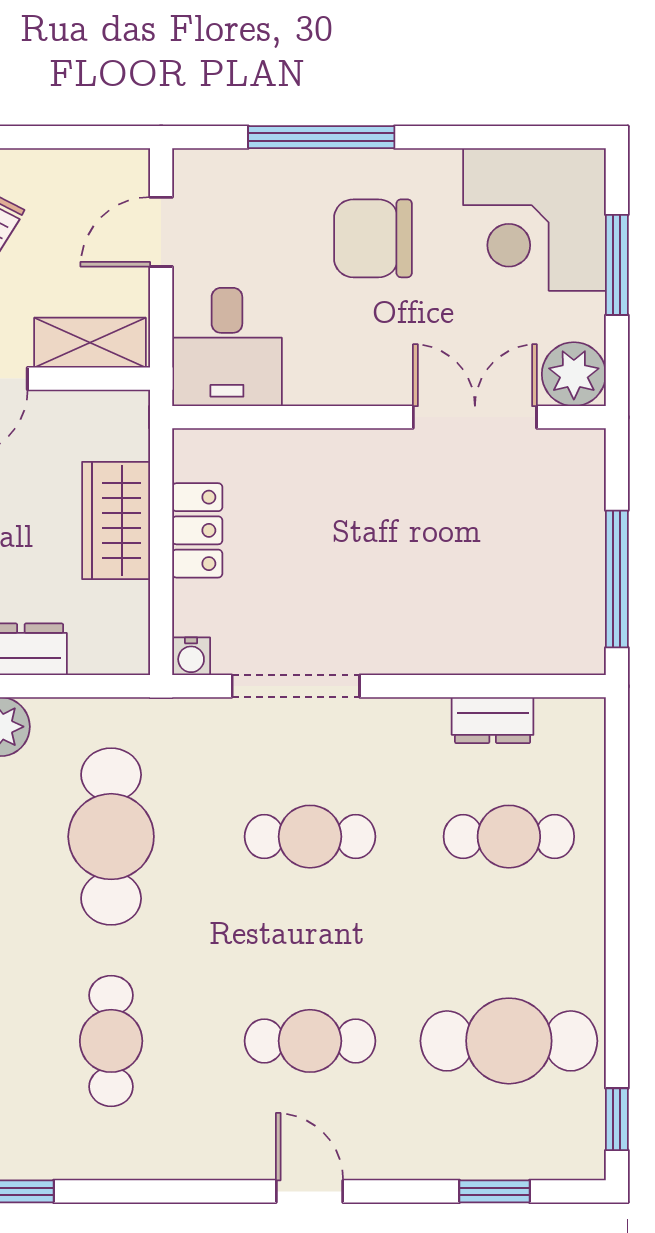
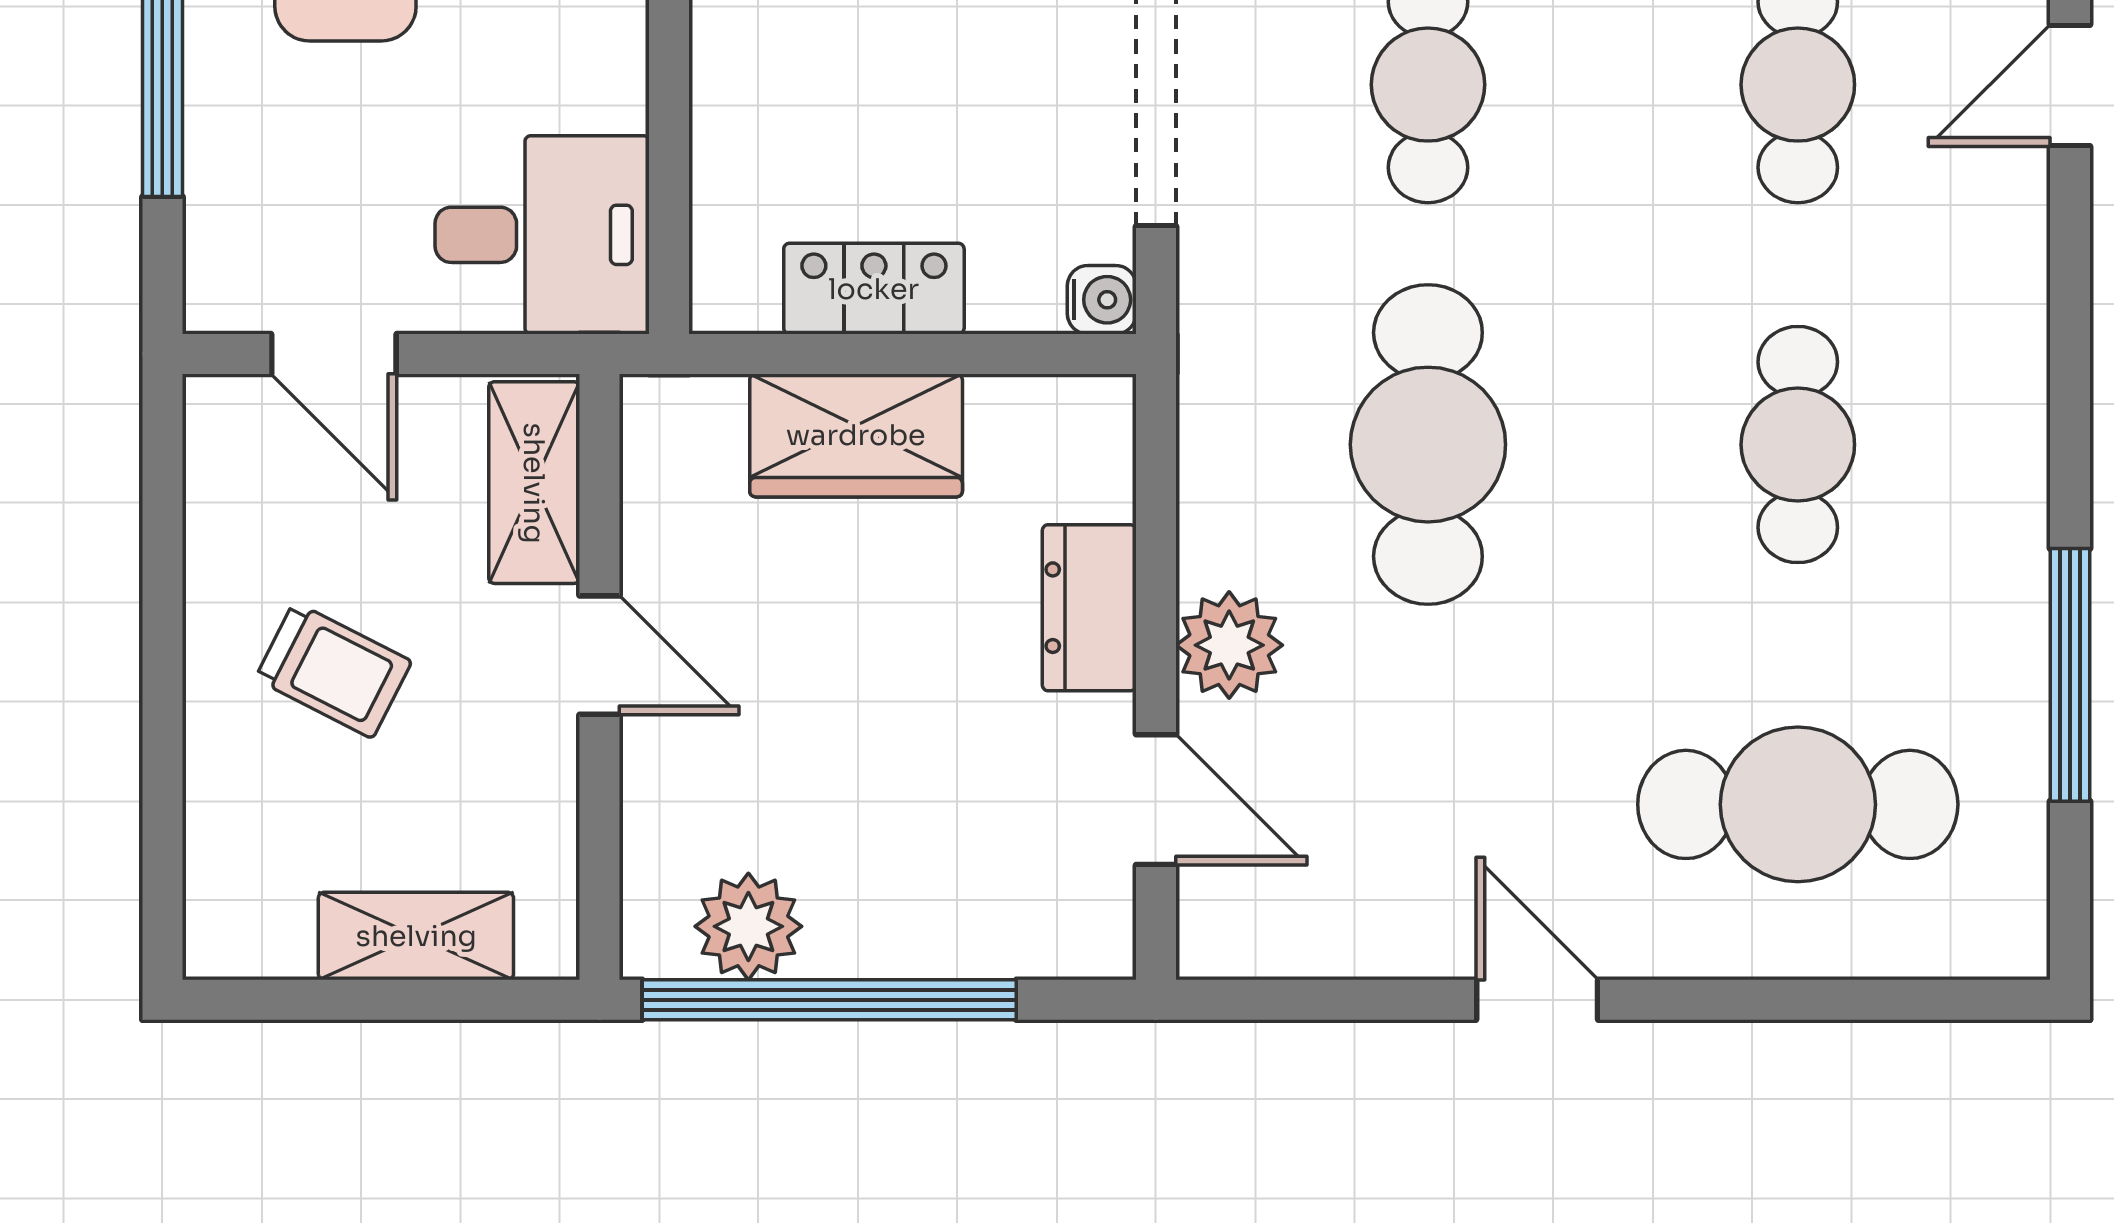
cafe table: (111, 837) -> (1428, 445), turned 90
cafe table: (111, 1041) -> (1798, 445), turned 90

